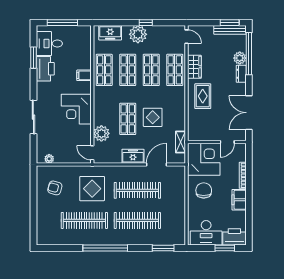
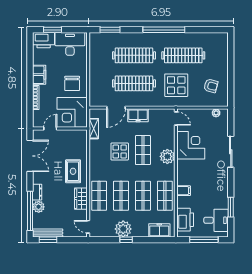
plant: (138, 34) -> (123, 229), moved
printer: (45, 69) -> (185, 220), moved, turned 180
corner desk: (76, 109) -> (191, 145), moved
plant: (101, 133) -> (167, 156), moved

